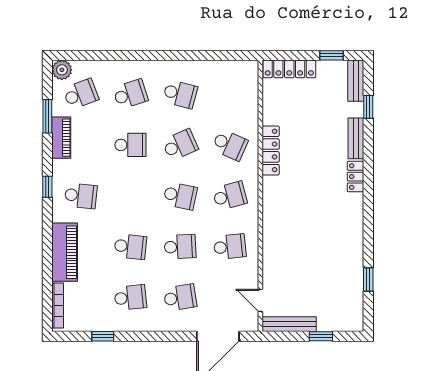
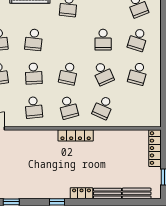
bench: (356, 81) -> (137, 193), moved
school desk: (130, 94) -> (138, 40), turned 36
window: (368, 107) -> (57, 202), moved
locker: (271, 150) -> (76, 135), moved

